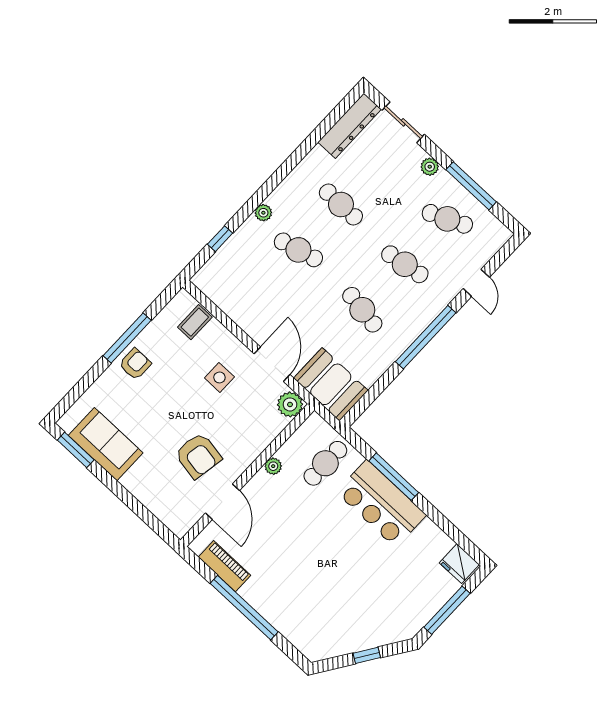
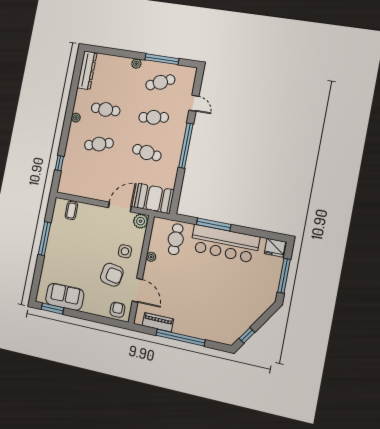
sliding door: (403, 122) -> (111, 52), removed
plant: (263, 213) -> (76, 118), moved
armchair: (135, 364) -> (117, 310), moved
door: (272, 364) -> (120, 207), hinge flipped
side table: (219, 377) -> (125, 251), moved
bar counter: (381, 504) -> (225, 244), width x1.36
window: (367, 655) -> (247, 335), moved

